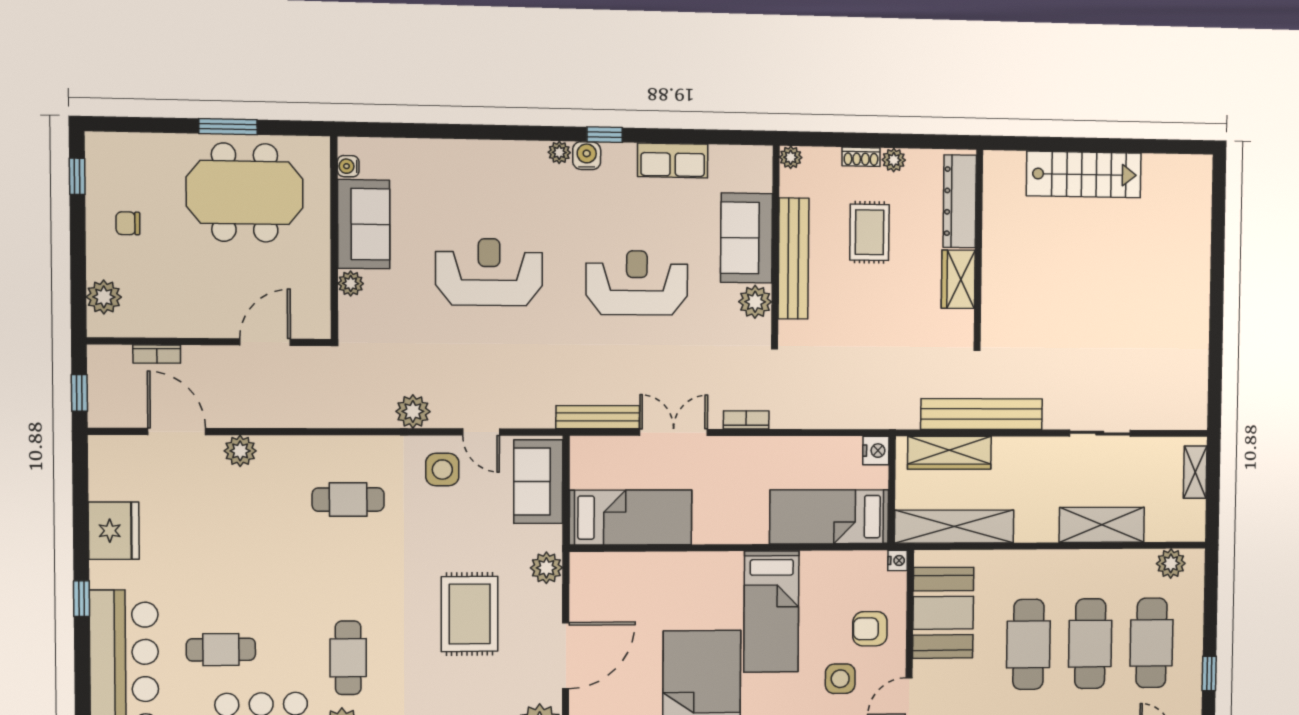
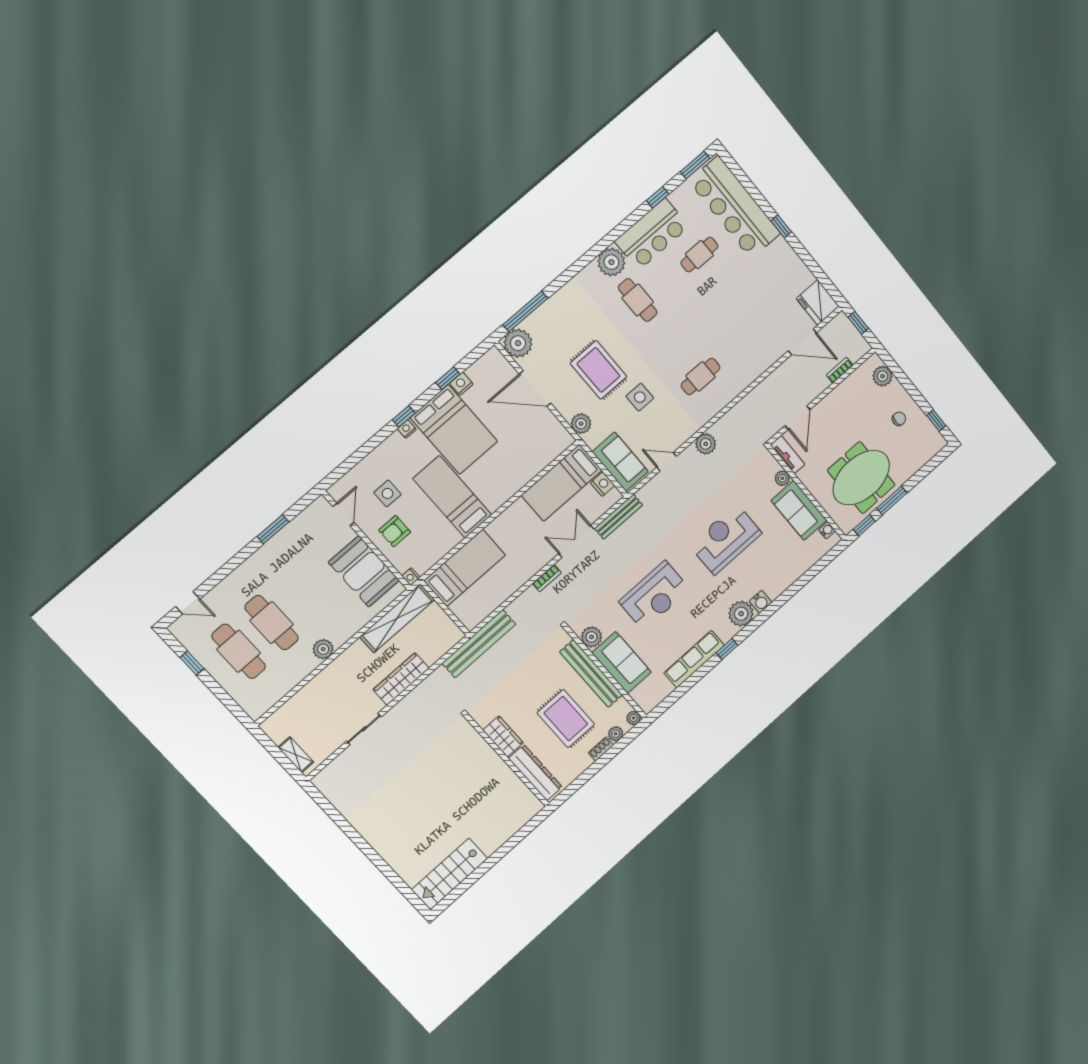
window: (293, 128) -> (864, 525), added
plant: (559, 152) -> (741, 614), width x1.88, depth x1.88
water cooler: (587, 156) -> (761, 602), moved
row of seats: (673, 160) -> (694, 659), width x1.48
plant: (894, 160) -> (616, 734), moved
stairs: (1084, 174) -> (450, 874), moved
rug: (870, 232) -> (566, 719), width x1.36, depth x1.43
reception desk: (489, 272) -> (726, 539), turned 180
tv unit: (318, 307) -> (788, 455), added
bench: (982, 414) -> (479, 644), moved
double door: (674, 432) -> (576, 541), swing flipped
plant: (240, 451) -> (767, 357), removed
nightstand: (876, 451) -> (603, 484), moved, turned 180
wardrobe: (949, 453) -> (401, 679), moved
side table: (442, 470) -> (640, 397), moved
shelving: (1102, 525) -> (321, 686), removed
fridge: (114, 531) -> (818, 302), moved
plant: (1171, 563) -> (323, 649), moved
armchair: (870, 629) -> (395, 531), turned 180
cafe table: (1028, 644) -> (304, 594), removed
door: (566, 656) -> (535, 389), hinge flipped

